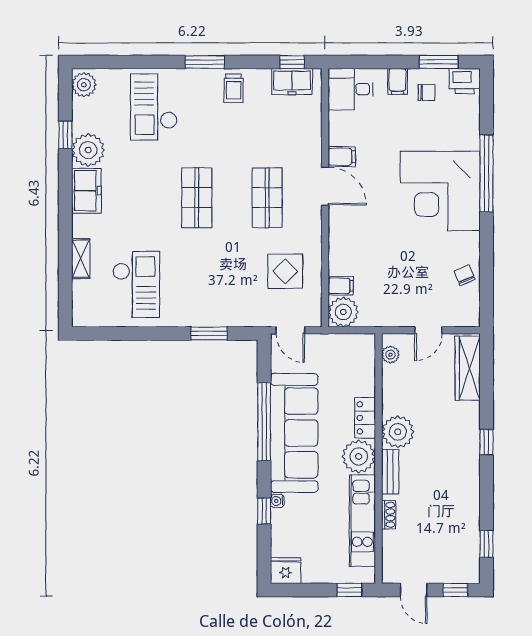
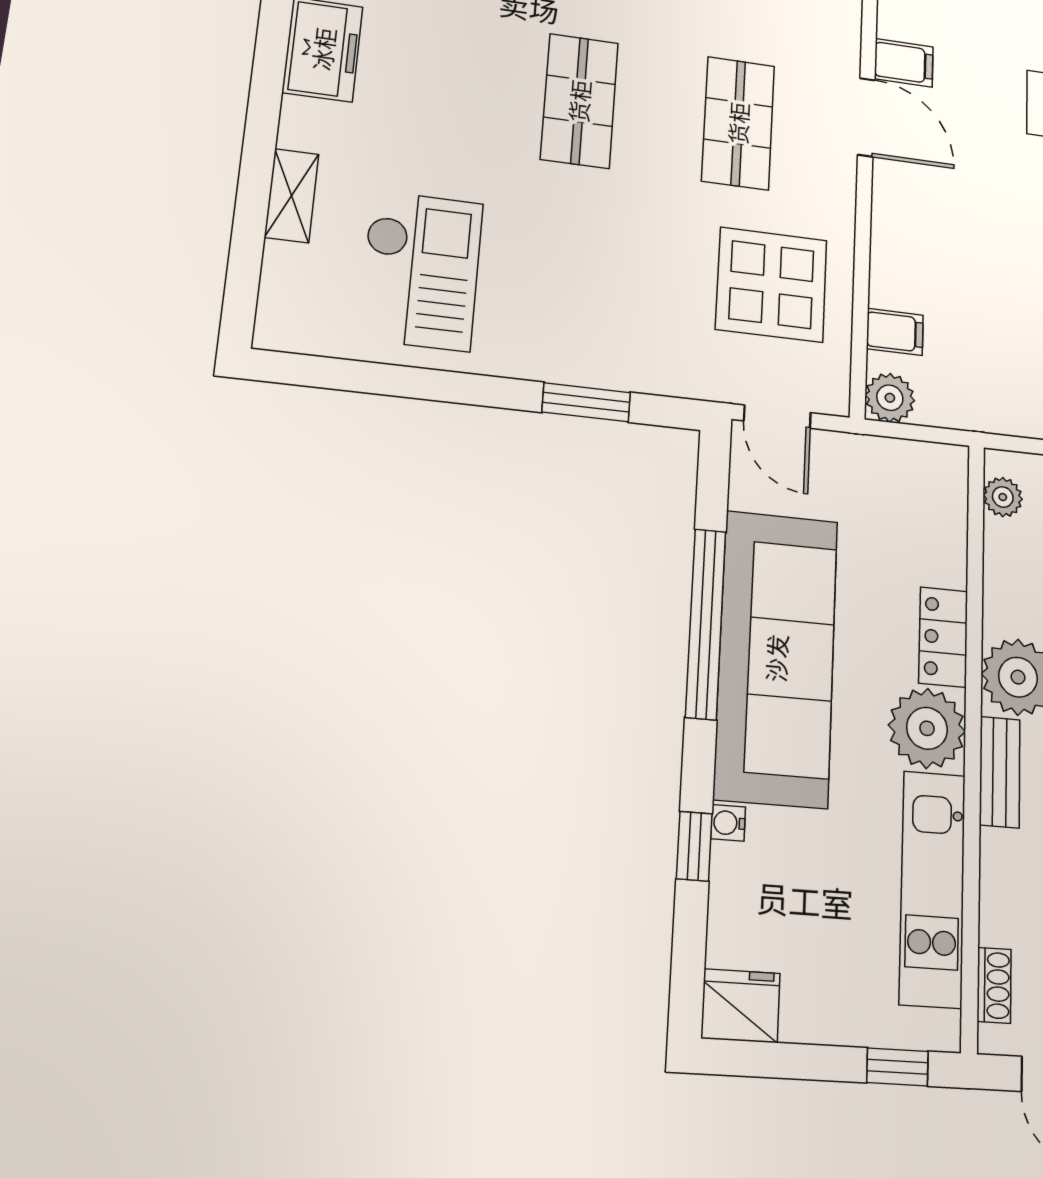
display table: (285, 271) -> (771, 285), width x1.36, depth x1.36
plant: (343, 312) -> (890, 398), width x0.73, depth x0.73
shoe rack: (389, 515) -> (994, 985), moved

